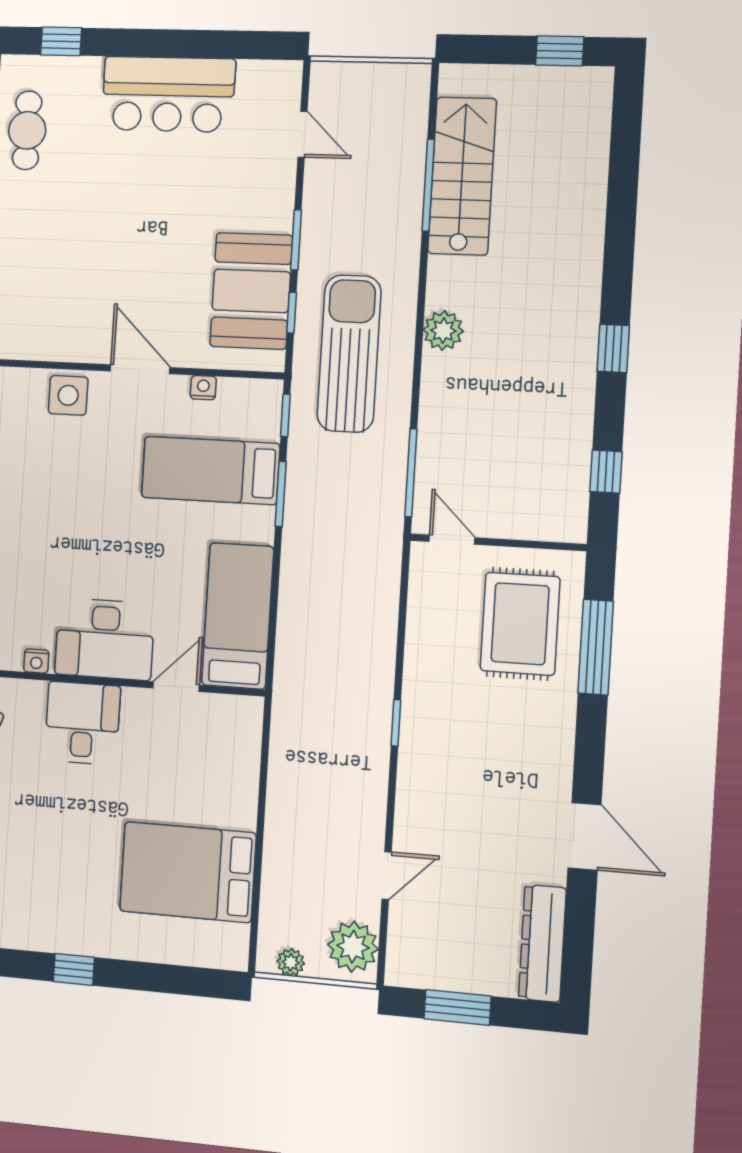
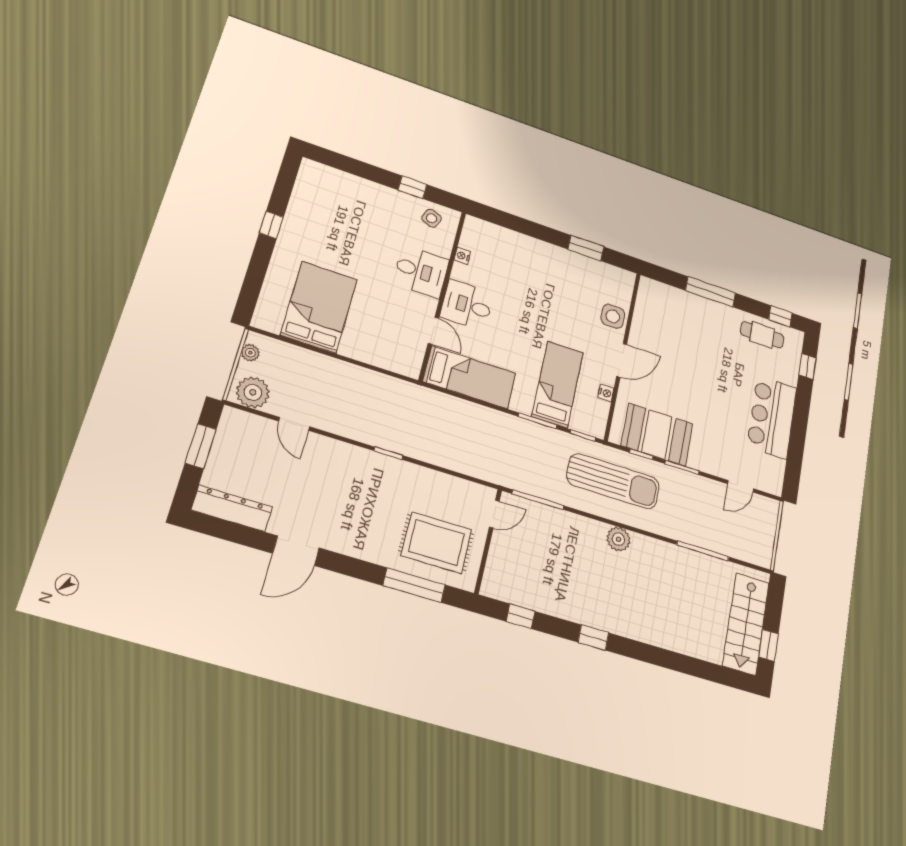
stairs: (462, 176) -> (746, 624), moved, turned 90
desk: (105, 639) -> (467, 305), width x0.73

